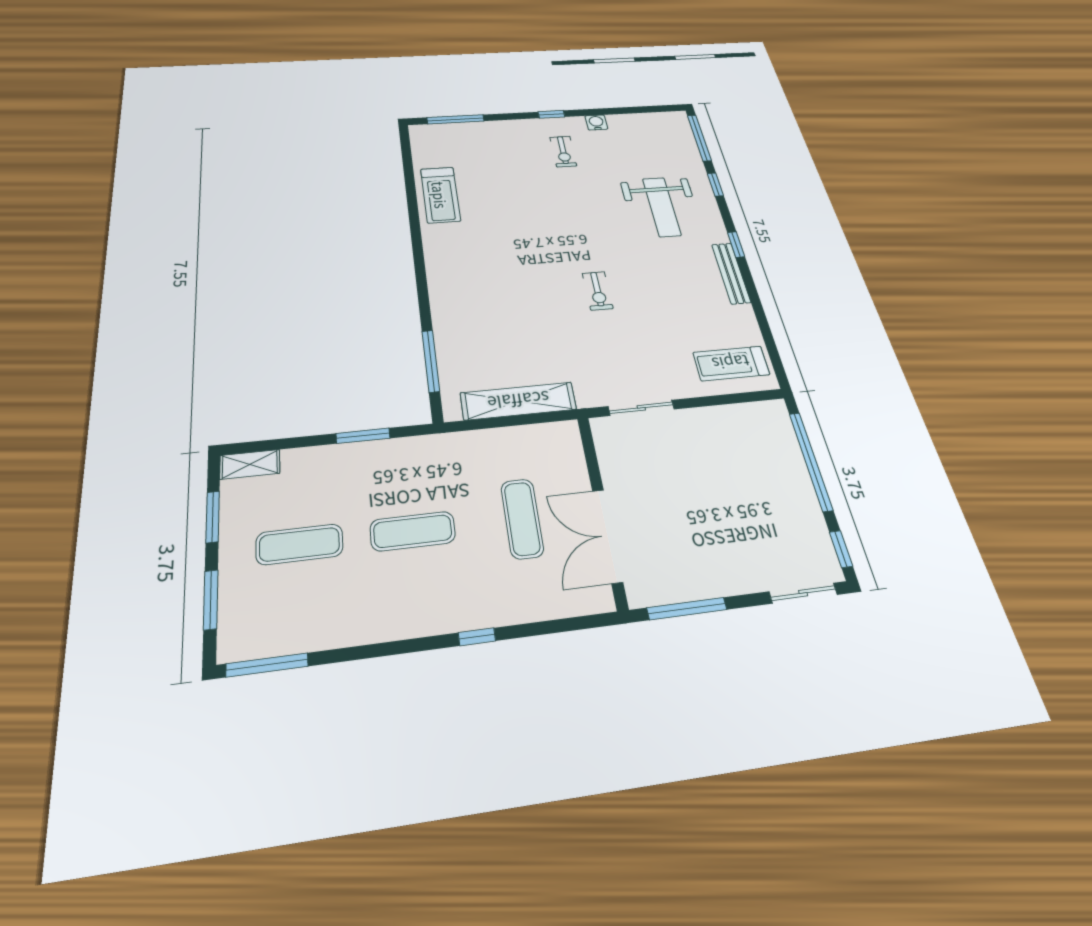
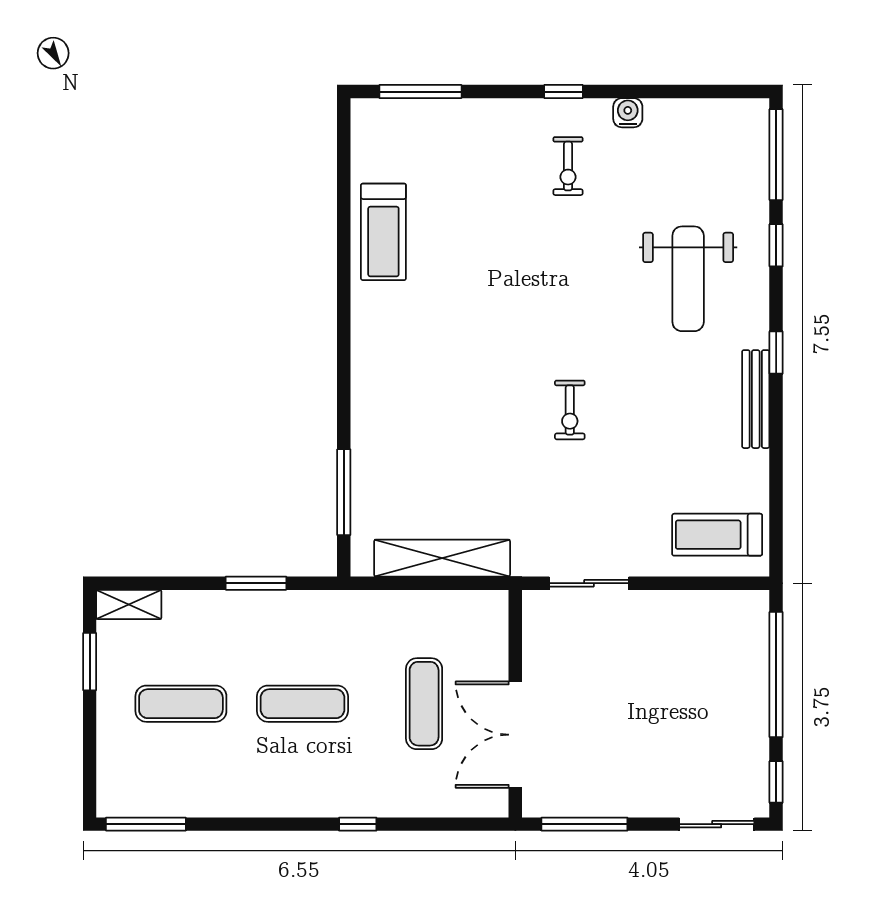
window: (211, 600) -> (90, 752), removed

